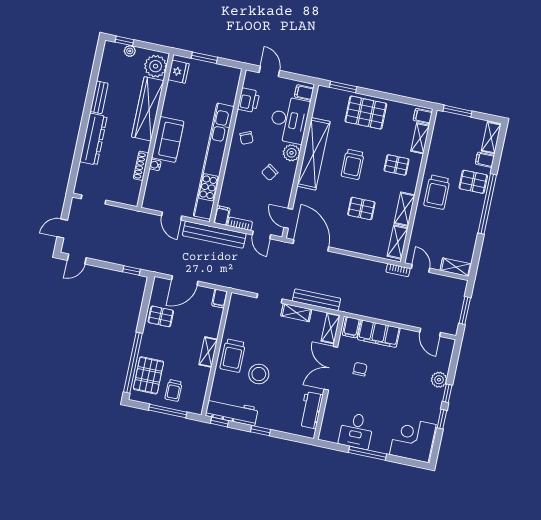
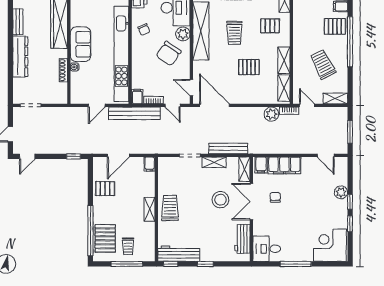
chair: (270, 172) -> (169, 54), width x1.87, depth x1.87
trolley: (437, 192) -> (323, 64), moved, turned 153
door: (172, 216) -> (97, 105), hinge flipped
plant: (376, 270) -> (271, 114), added
trolley: (233, 356) -> (170, 208), turned 180
stool: (259, 374) -> (220, 200), moved
desk: (356, 431) -> (267, 249), moved, turned 90

